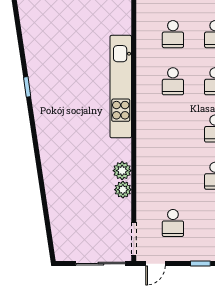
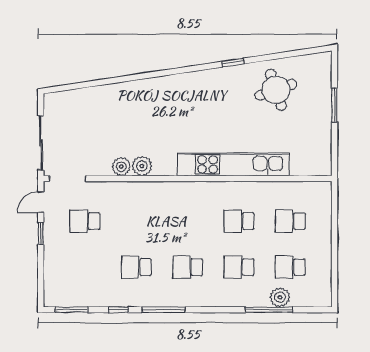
round table: (52, 47) -> (276, 90), added
door: (155, 264) -> (41, 202), hinge flipped
window: (200, 264) -> (41, 233), moved

